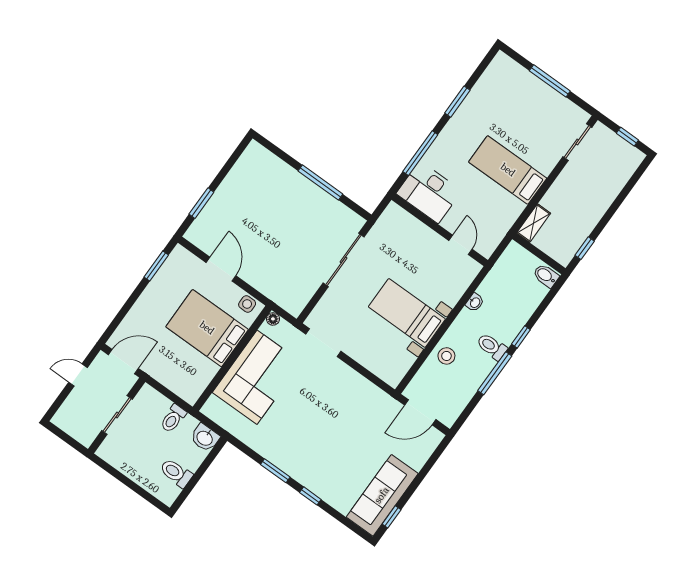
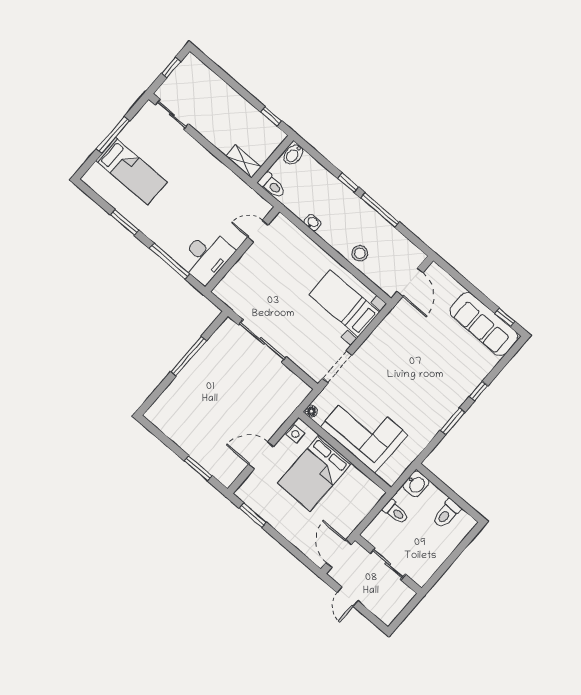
bed: (508, 170) -> (131, 171), moved, turned -90
bed with nightstands: (407, 313) -> (344, 303), moved, turned 90
toilet: (492, 347) -> (272, 185), moved, turned -90

